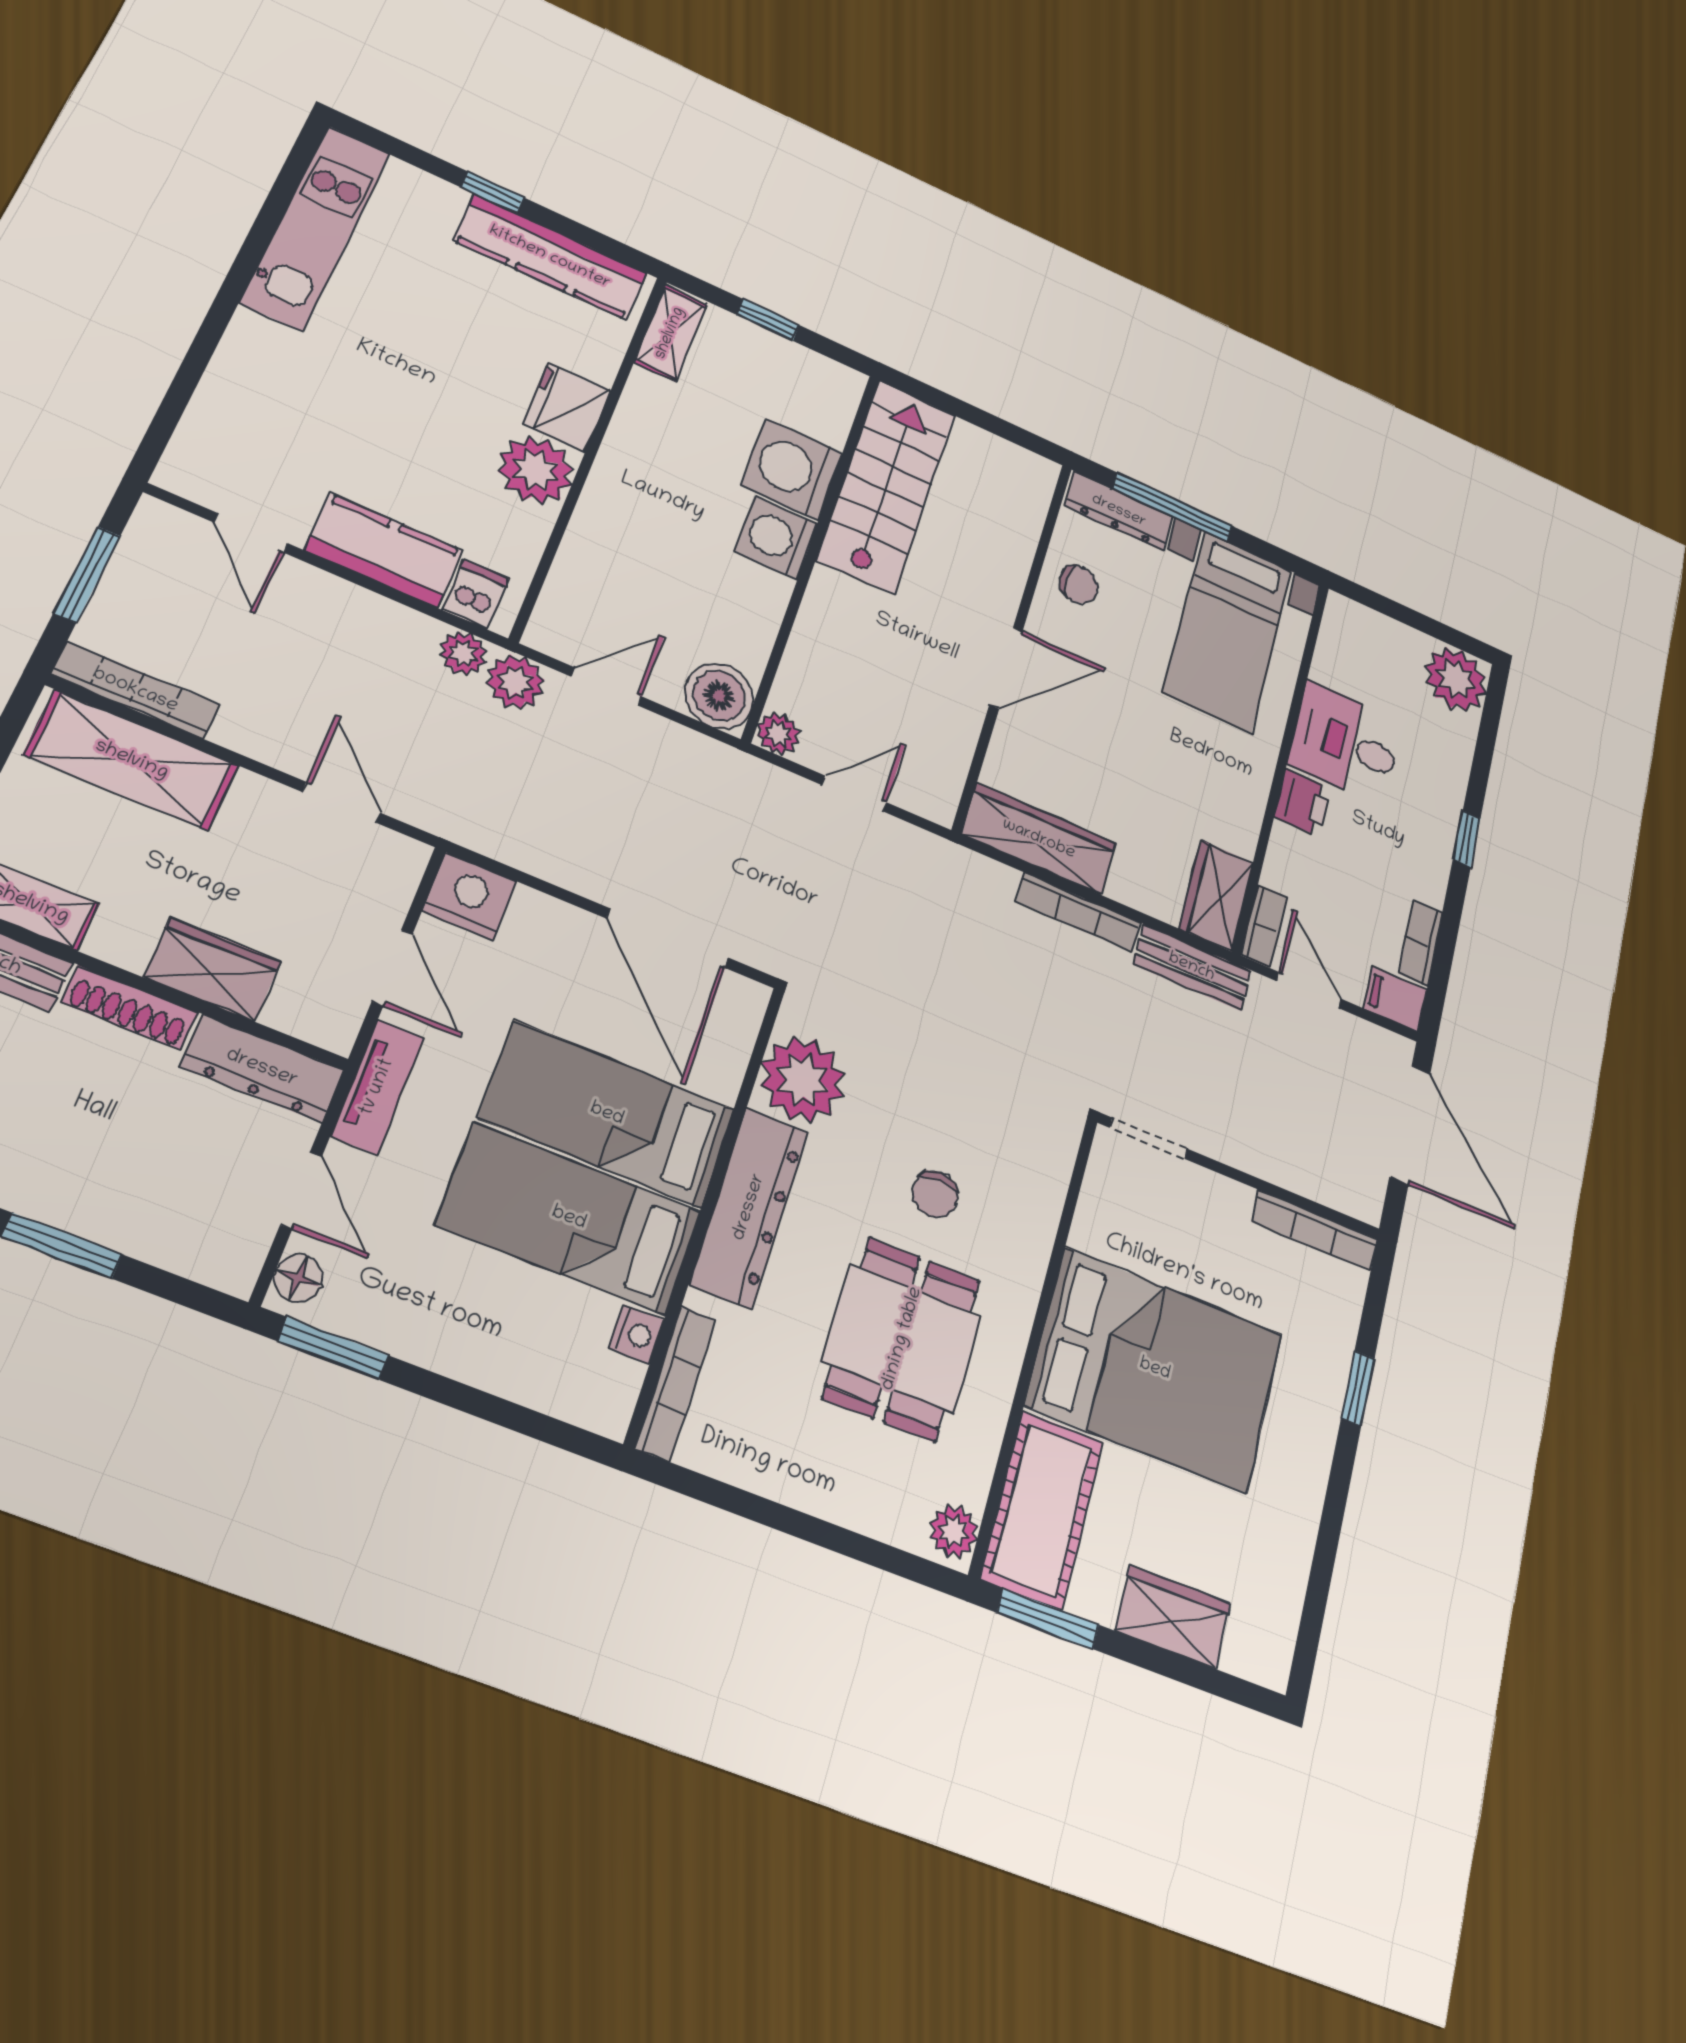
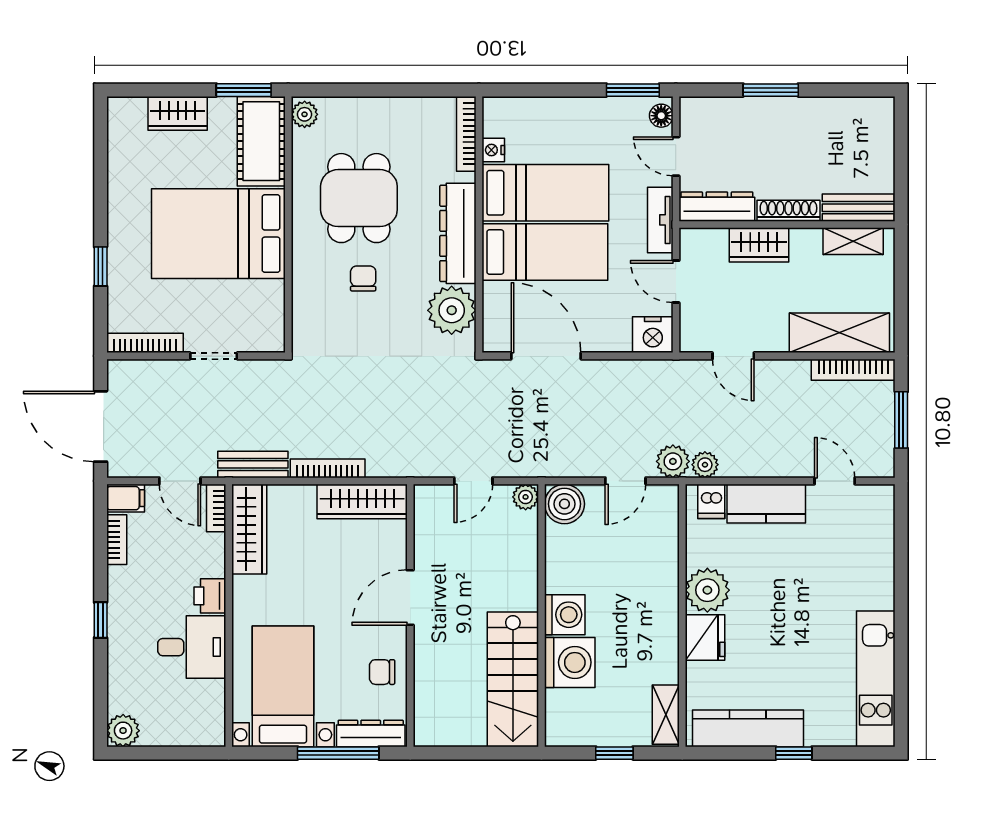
plant: (1456, 679) -> (123, 731), width x0.73, depth x0.73
wardrobe: (1216, 895) -> (249, 529), width x1.50
doorway: (1148, 1138) -> (214, 356), moved

